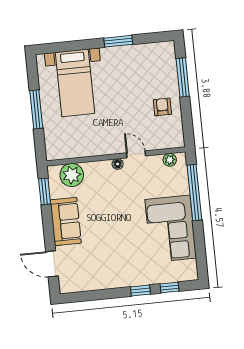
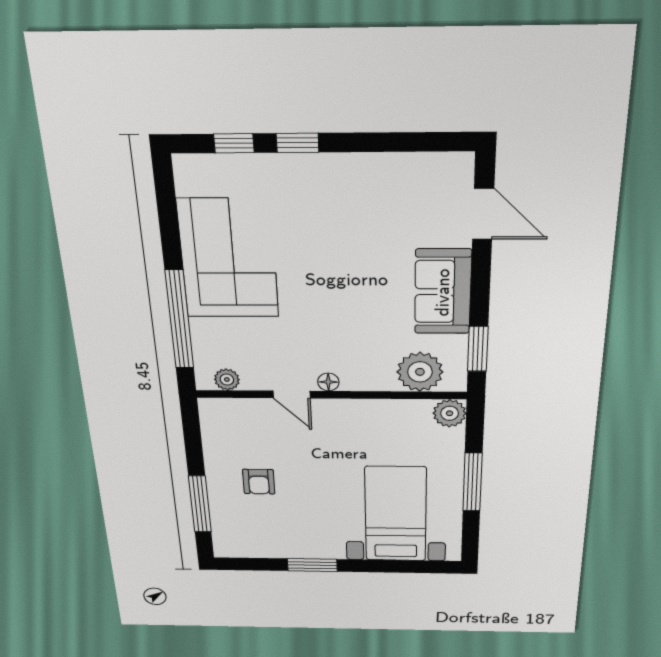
armchair: (162, 107) -> (259, 482), moved
plant: (54, 152) -> (450, 413), added

